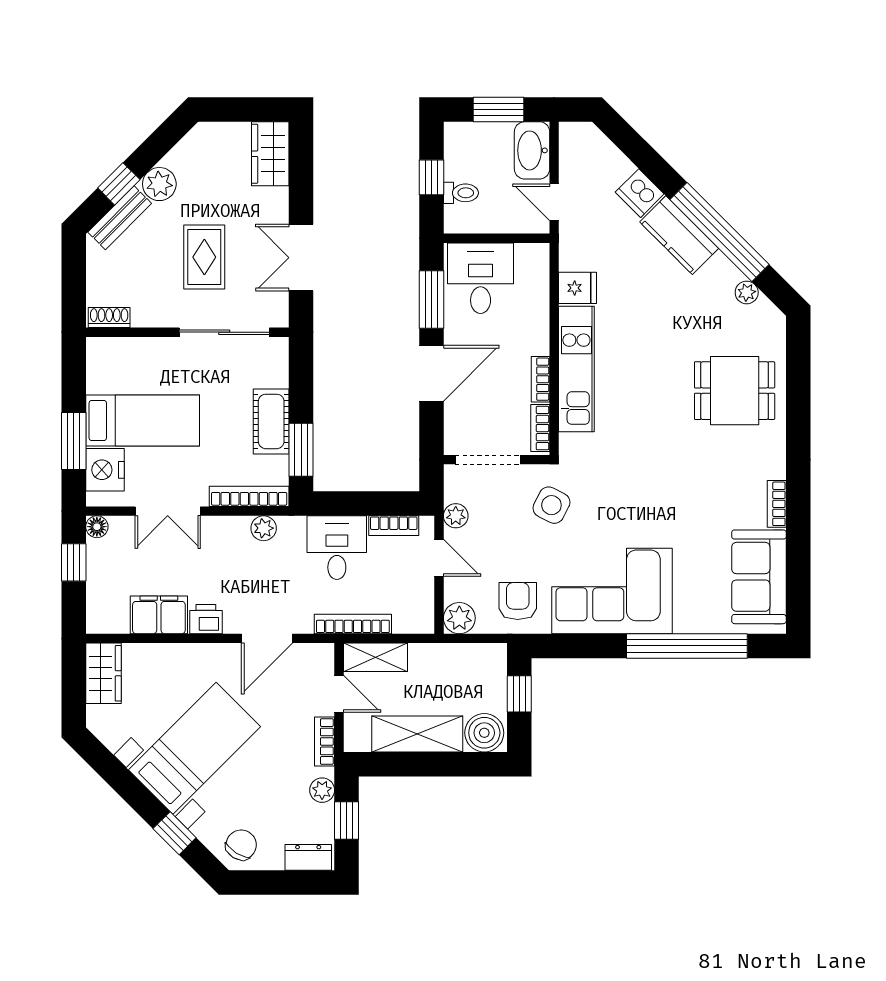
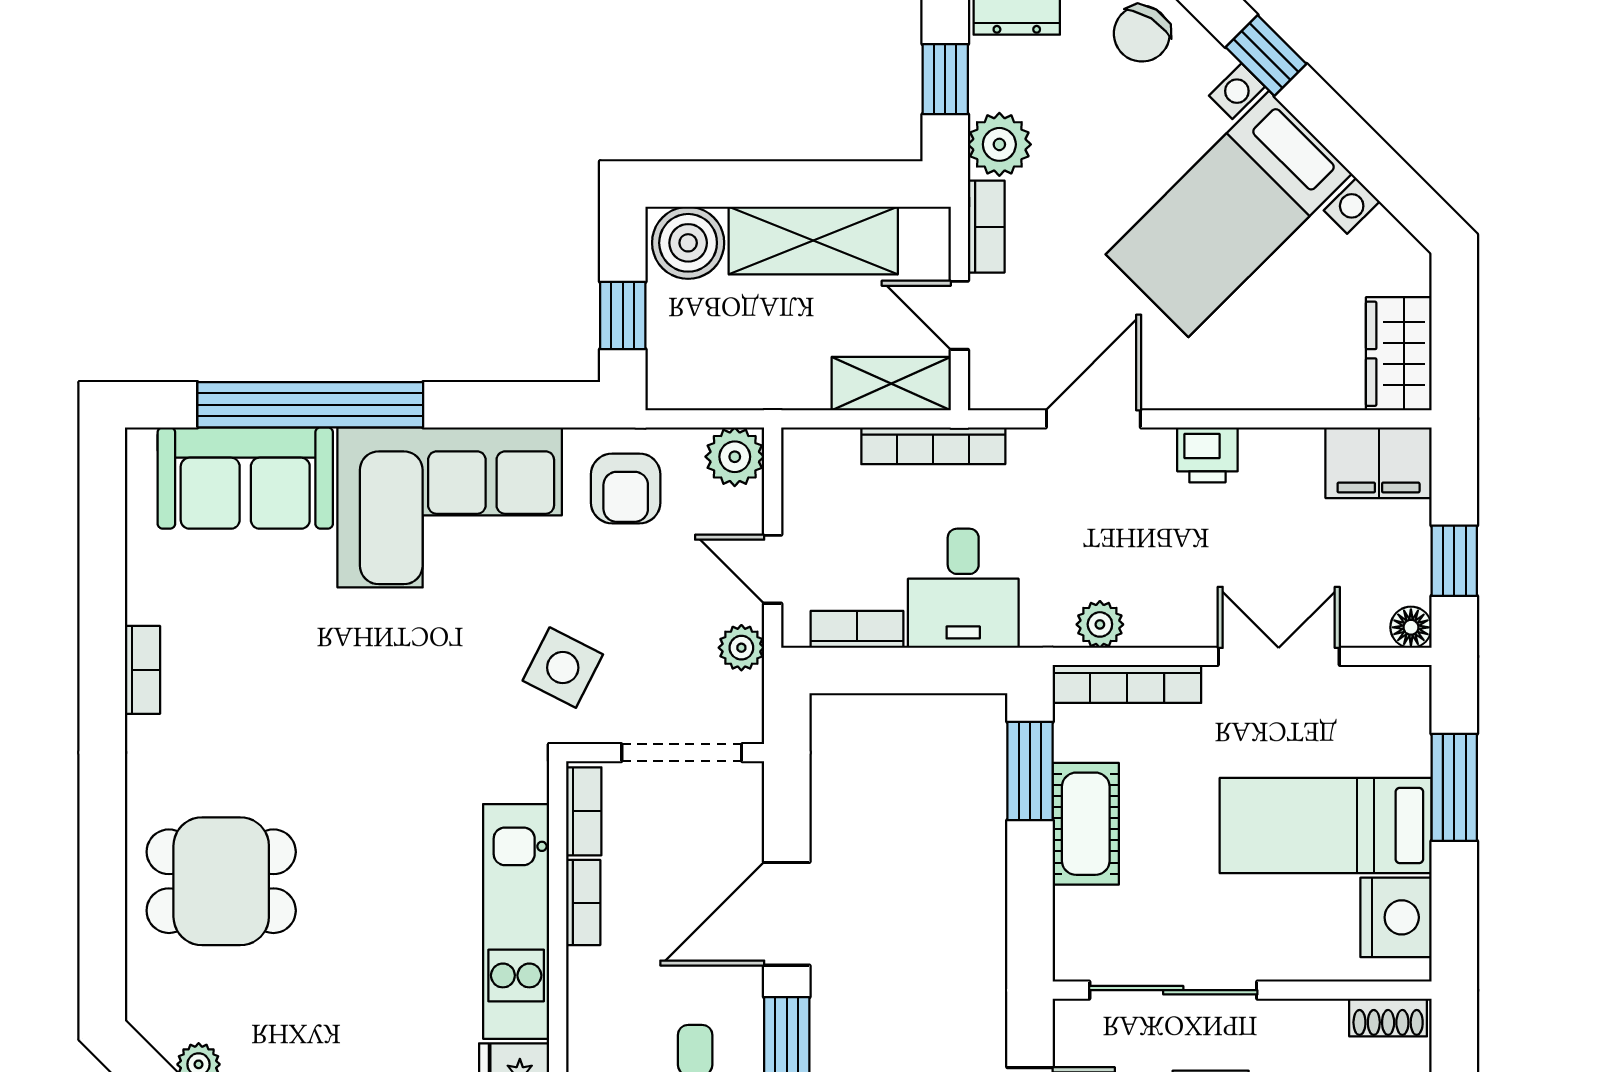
nightstand: (105, 470) -> (1396, 917), moved
sofa: (759, 577) -> (245, 478), moved, turned 90
filing cabinet: (159, 615) -> (1379, 463), moved
plant: (322, 790) -> (999, 144), width x1.38, depth x1.38

